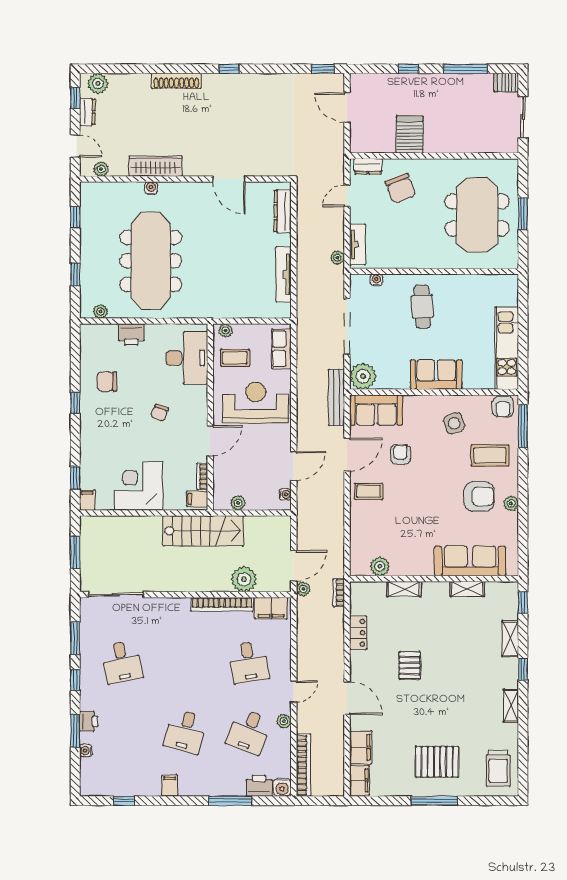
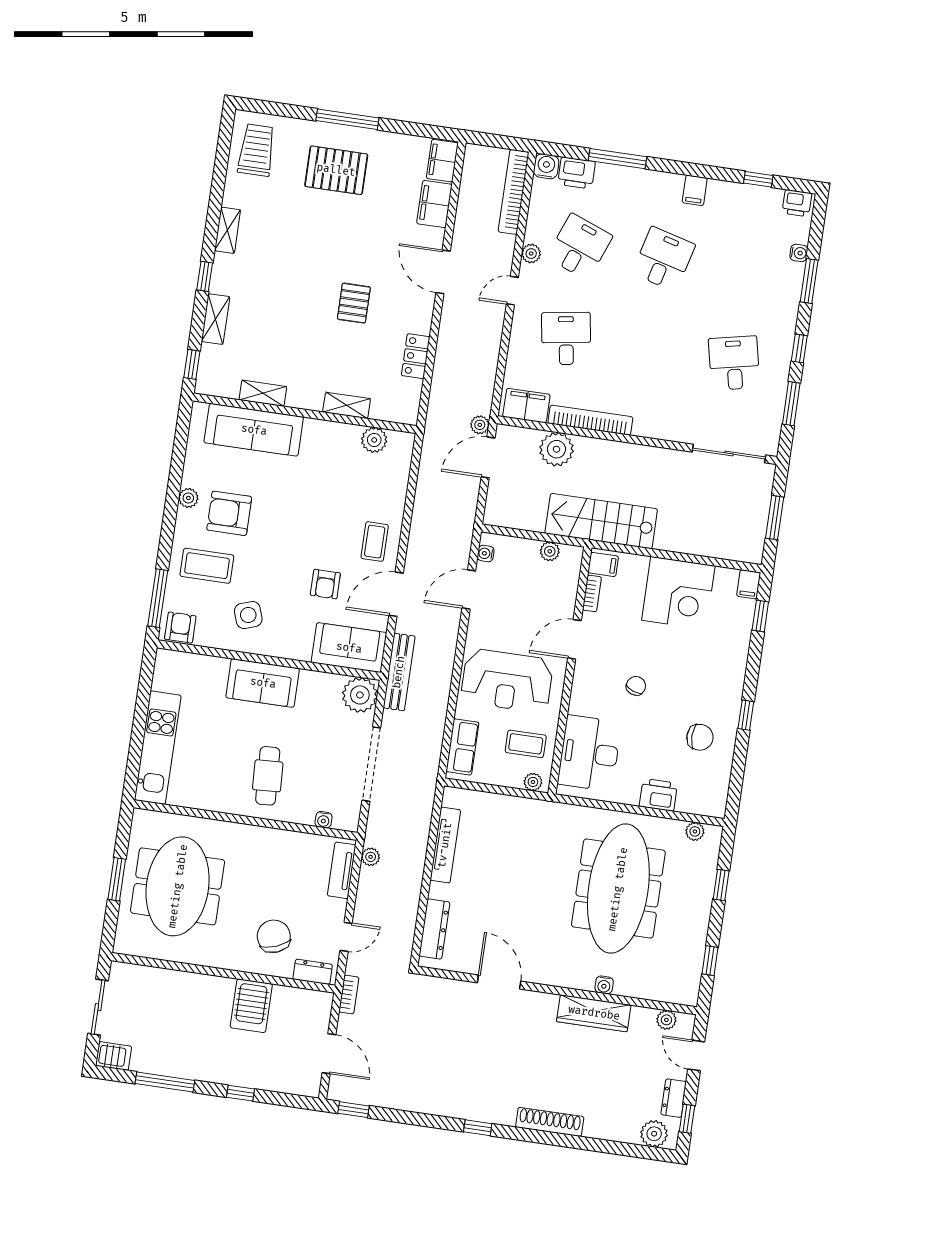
kitchen unit: (507, 348) -> (158, 748), moved
coffee table: (369, 491) -> (375, 542), turned 90
bookcase: (339, 593) -> (349, 995), moved
printer: (89, 721) -> (797, 203), moved, turned -90

